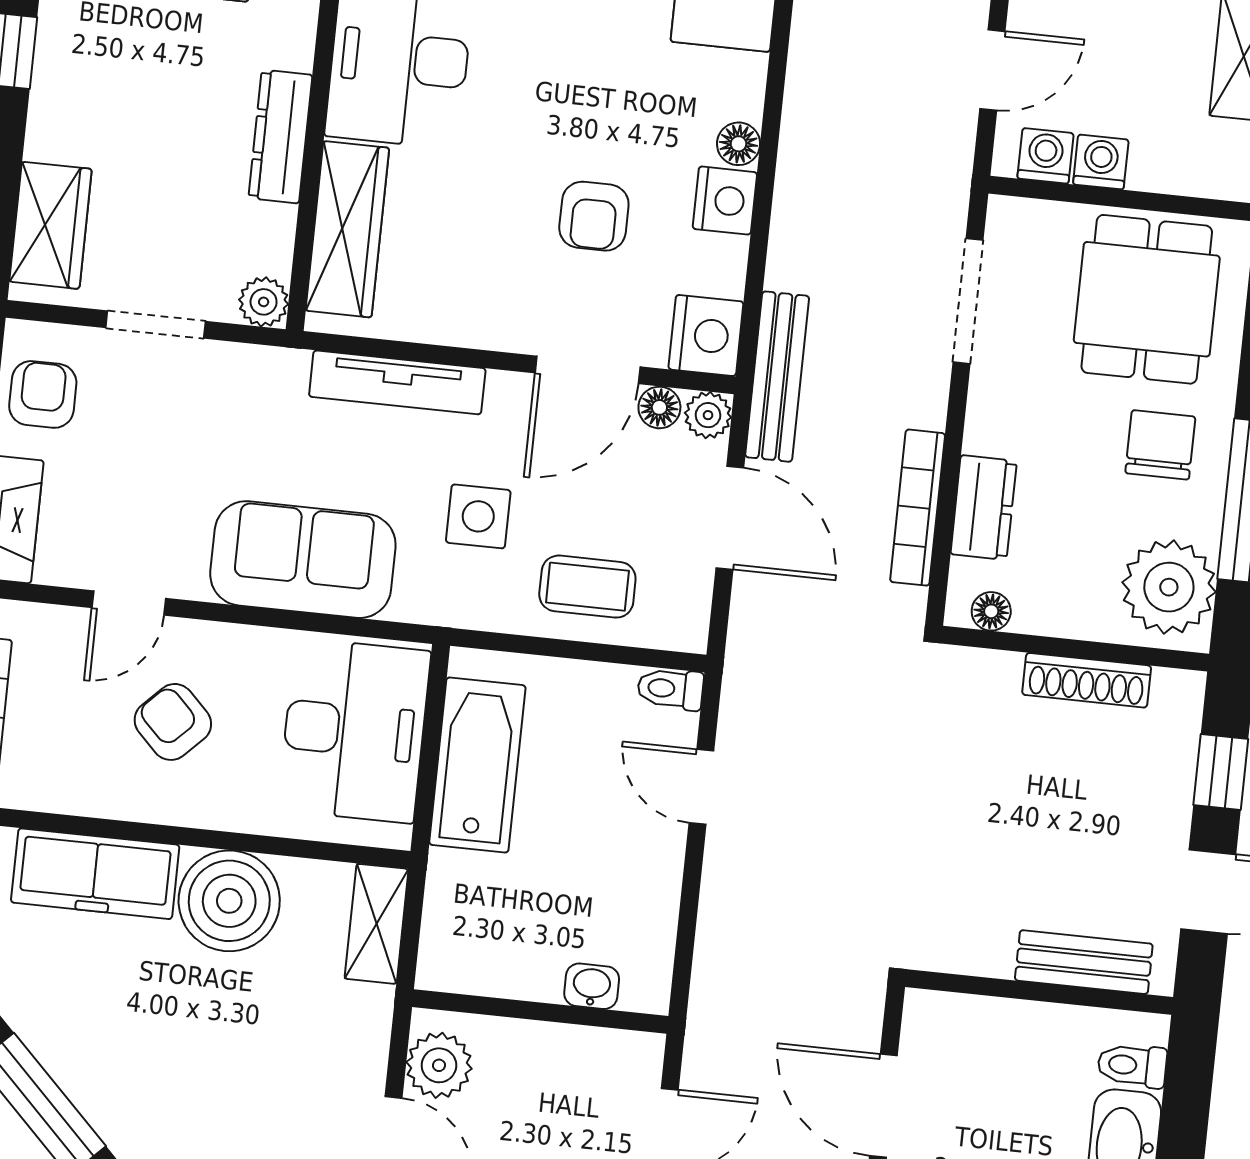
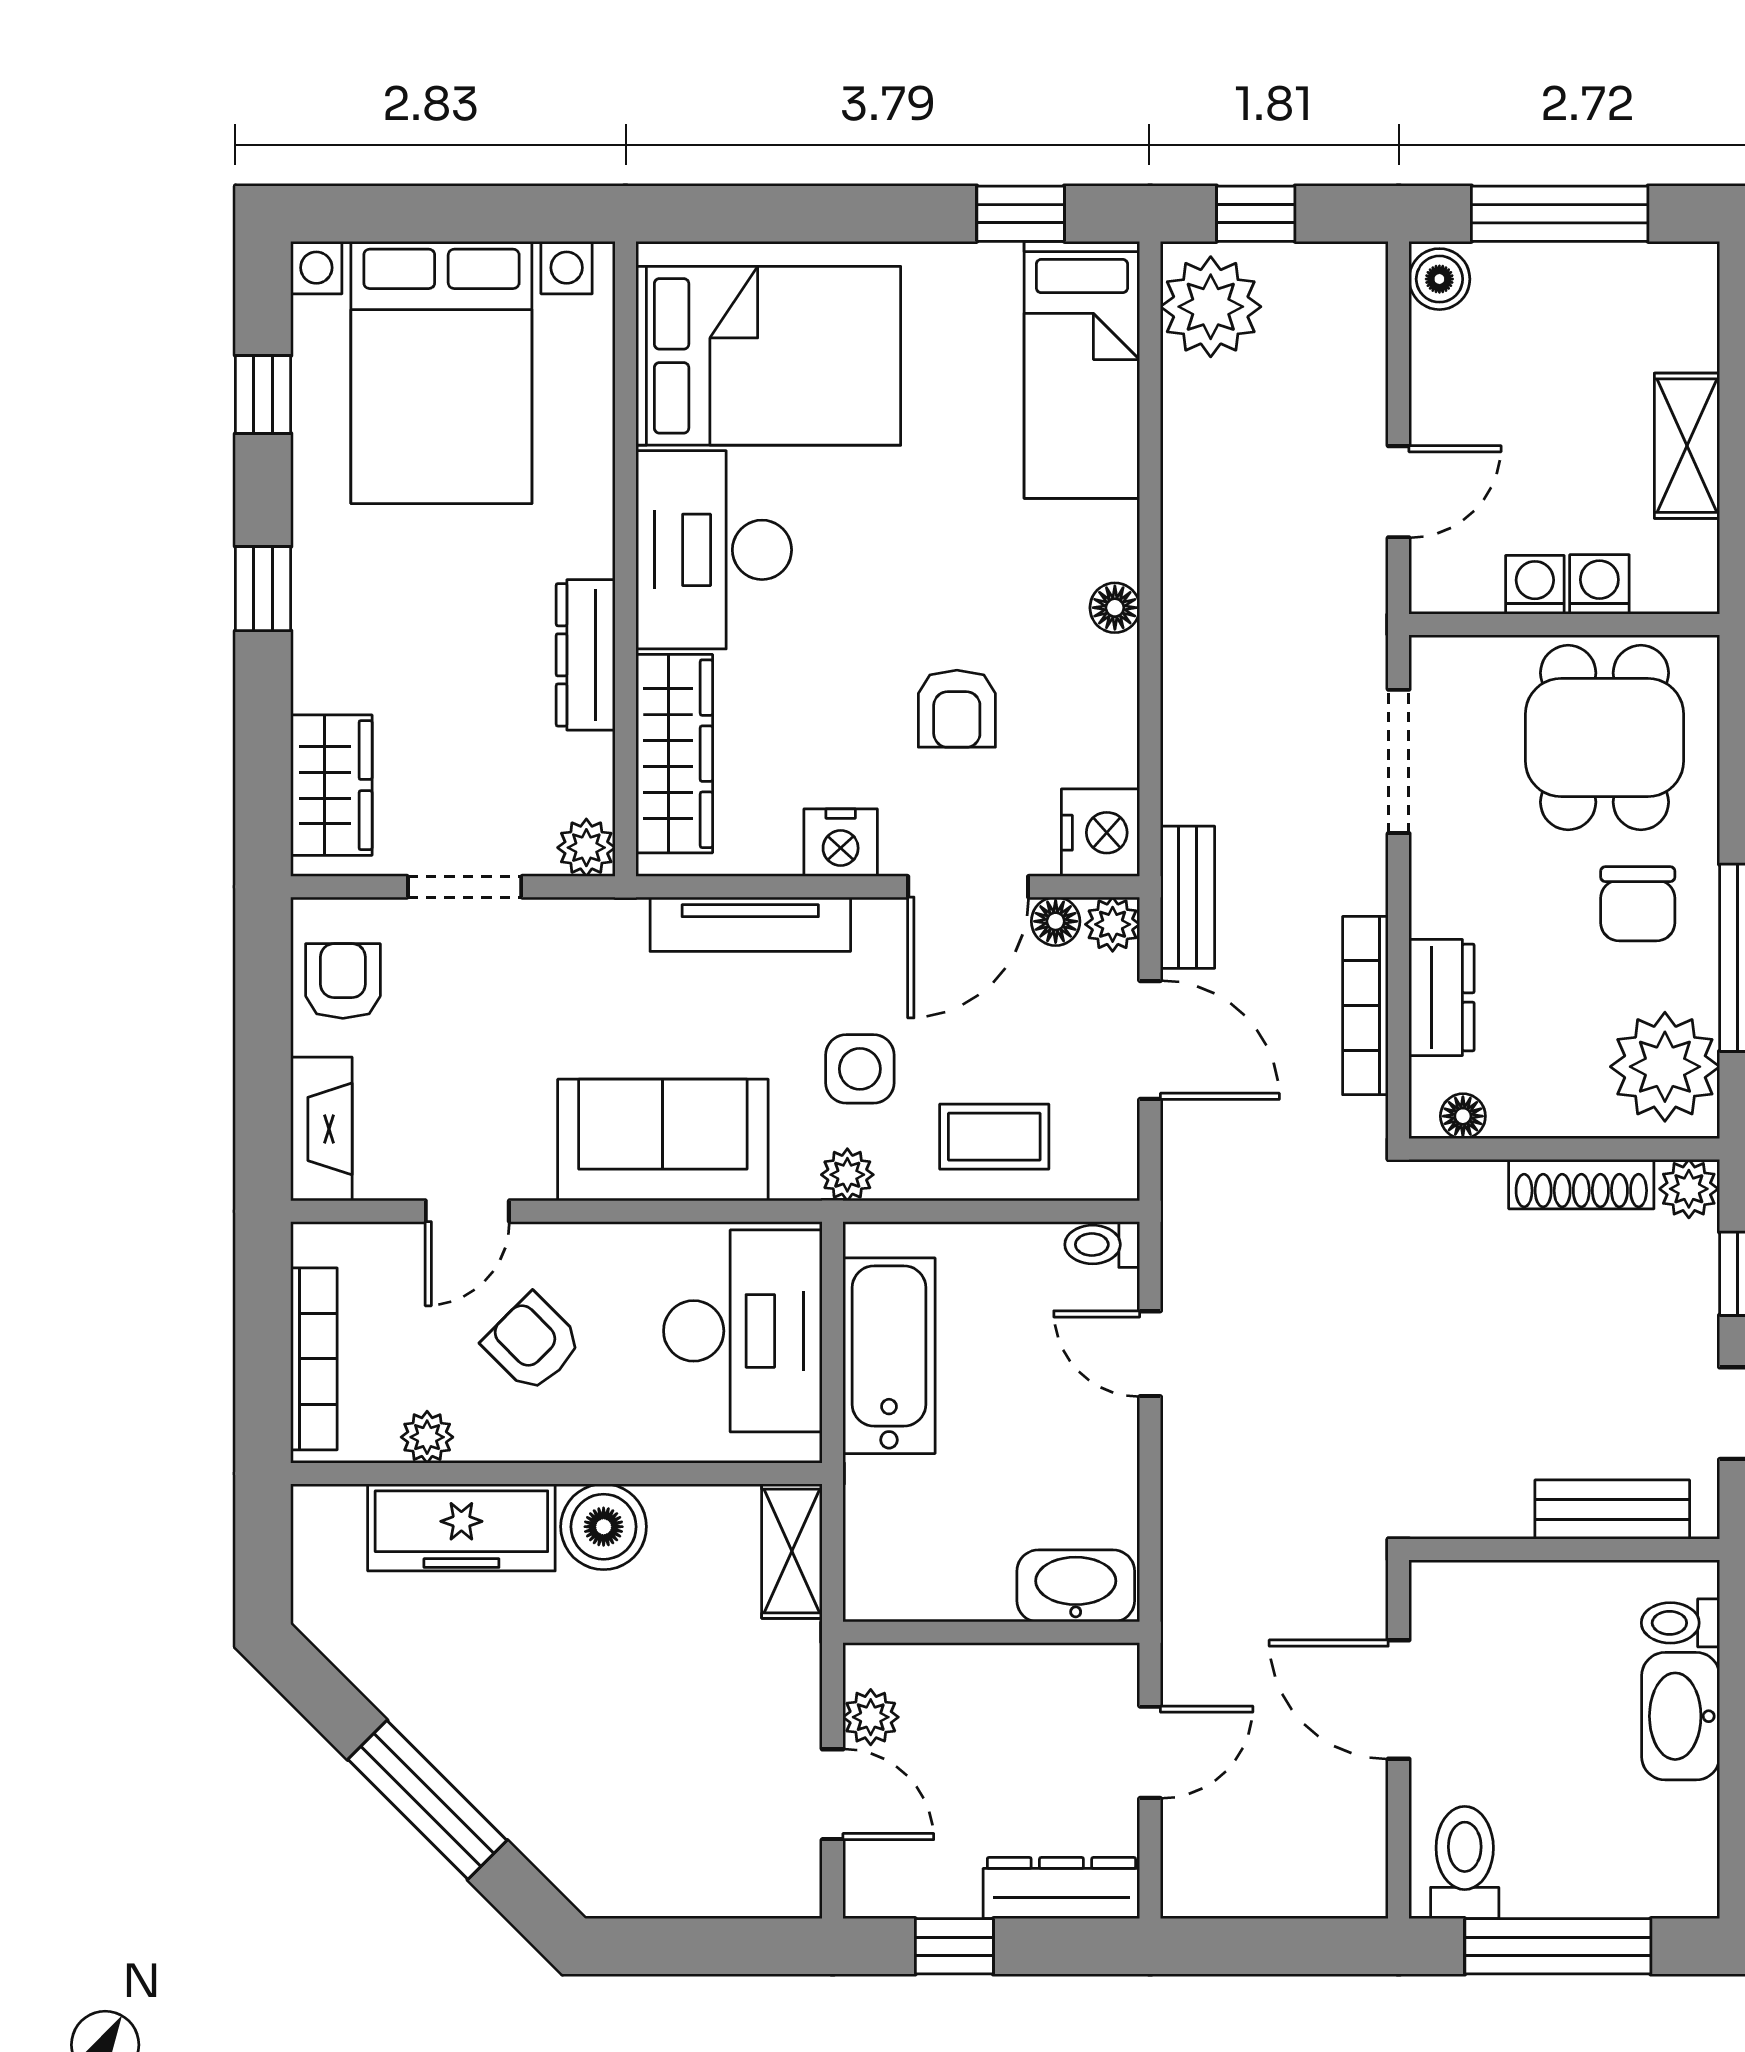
washing machine: (1045, 156) -> (1599, 584), moved
nightstand: (725, 201) -> (841, 843), moved, turned 90
bench: (777, 377) -> (1188, 897), width x0.73
chair: (1160, 445) -> (1638, 904), turned 180
plant: (458, 606) -> (847, 1175), added
plant: (1178, 694) -> (1689, 1189), added
plant: (74, 793) -> (427, 1437), added
boiler: (229, 901) -> (604, 1527), width x0.73, depth x0.73
washbasin: (592, 986) -> (1076, 1586), width x1.91, depth x1.45
plant: (439, 1065) -> (871, 1717), width x0.73, depth x0.73

